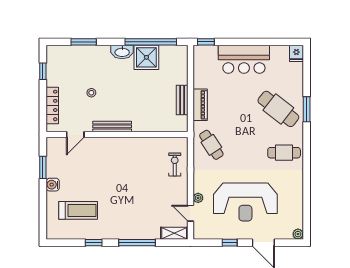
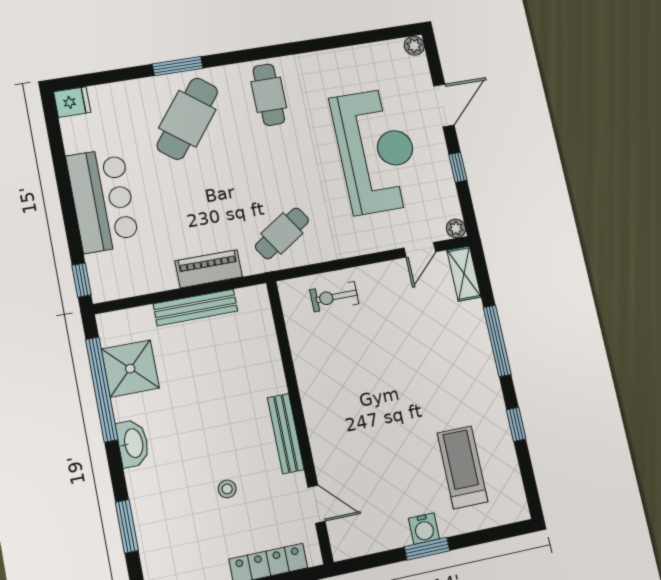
shower: (146, 57) -> (130, 369), moved
bench: (182, 100) -> (196, 307), width x1.36
window: (43, 167) -> (427, 549), moved
plant: (198, 198) -> (456, 228), moved

